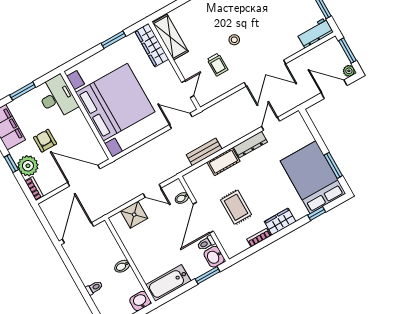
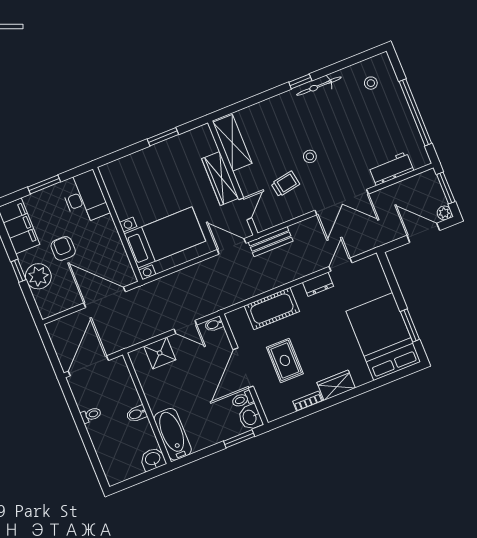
workbench: (315, 33) -> (391, 169), moved
wardrobe: (152, 45) -> (220, 178), moved
trolley: (217, 65) -> (285, 184), turned -100
bed with nightstands: (115, 102) -> (165, 237), width x0.54
dresser: (250, 145) -> (318, 284), width x0.70
bench: (204, 152) -> (271, 242), moved
cot: (223, 162) -> (272, 309), width x1.37, depth x1.34
bookcase: (34, 189) -> (42, 305), removed
bidet: (182, 198) -> (214, 324), moved
window: (317, 214) -> (382, 381), removed
bathtub: (168, 283) -> (173, 434), moved, turned 90
toilet: (94, 288) -> (91, 415), moved

